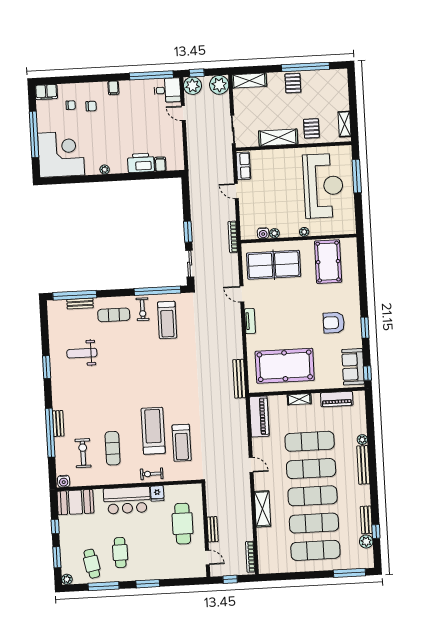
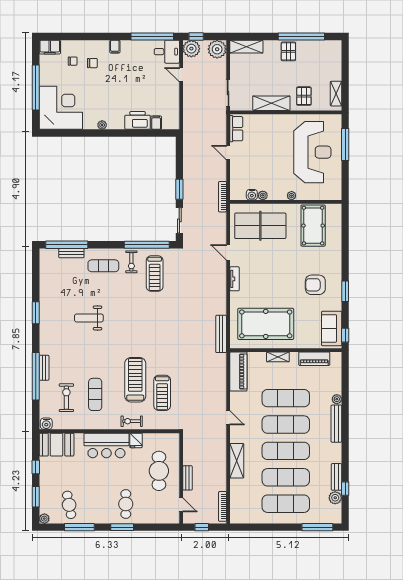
weight bench: (82, 353) -> (89, 318), moved
cafe table: (120, 552) -> (126, 504), moved

